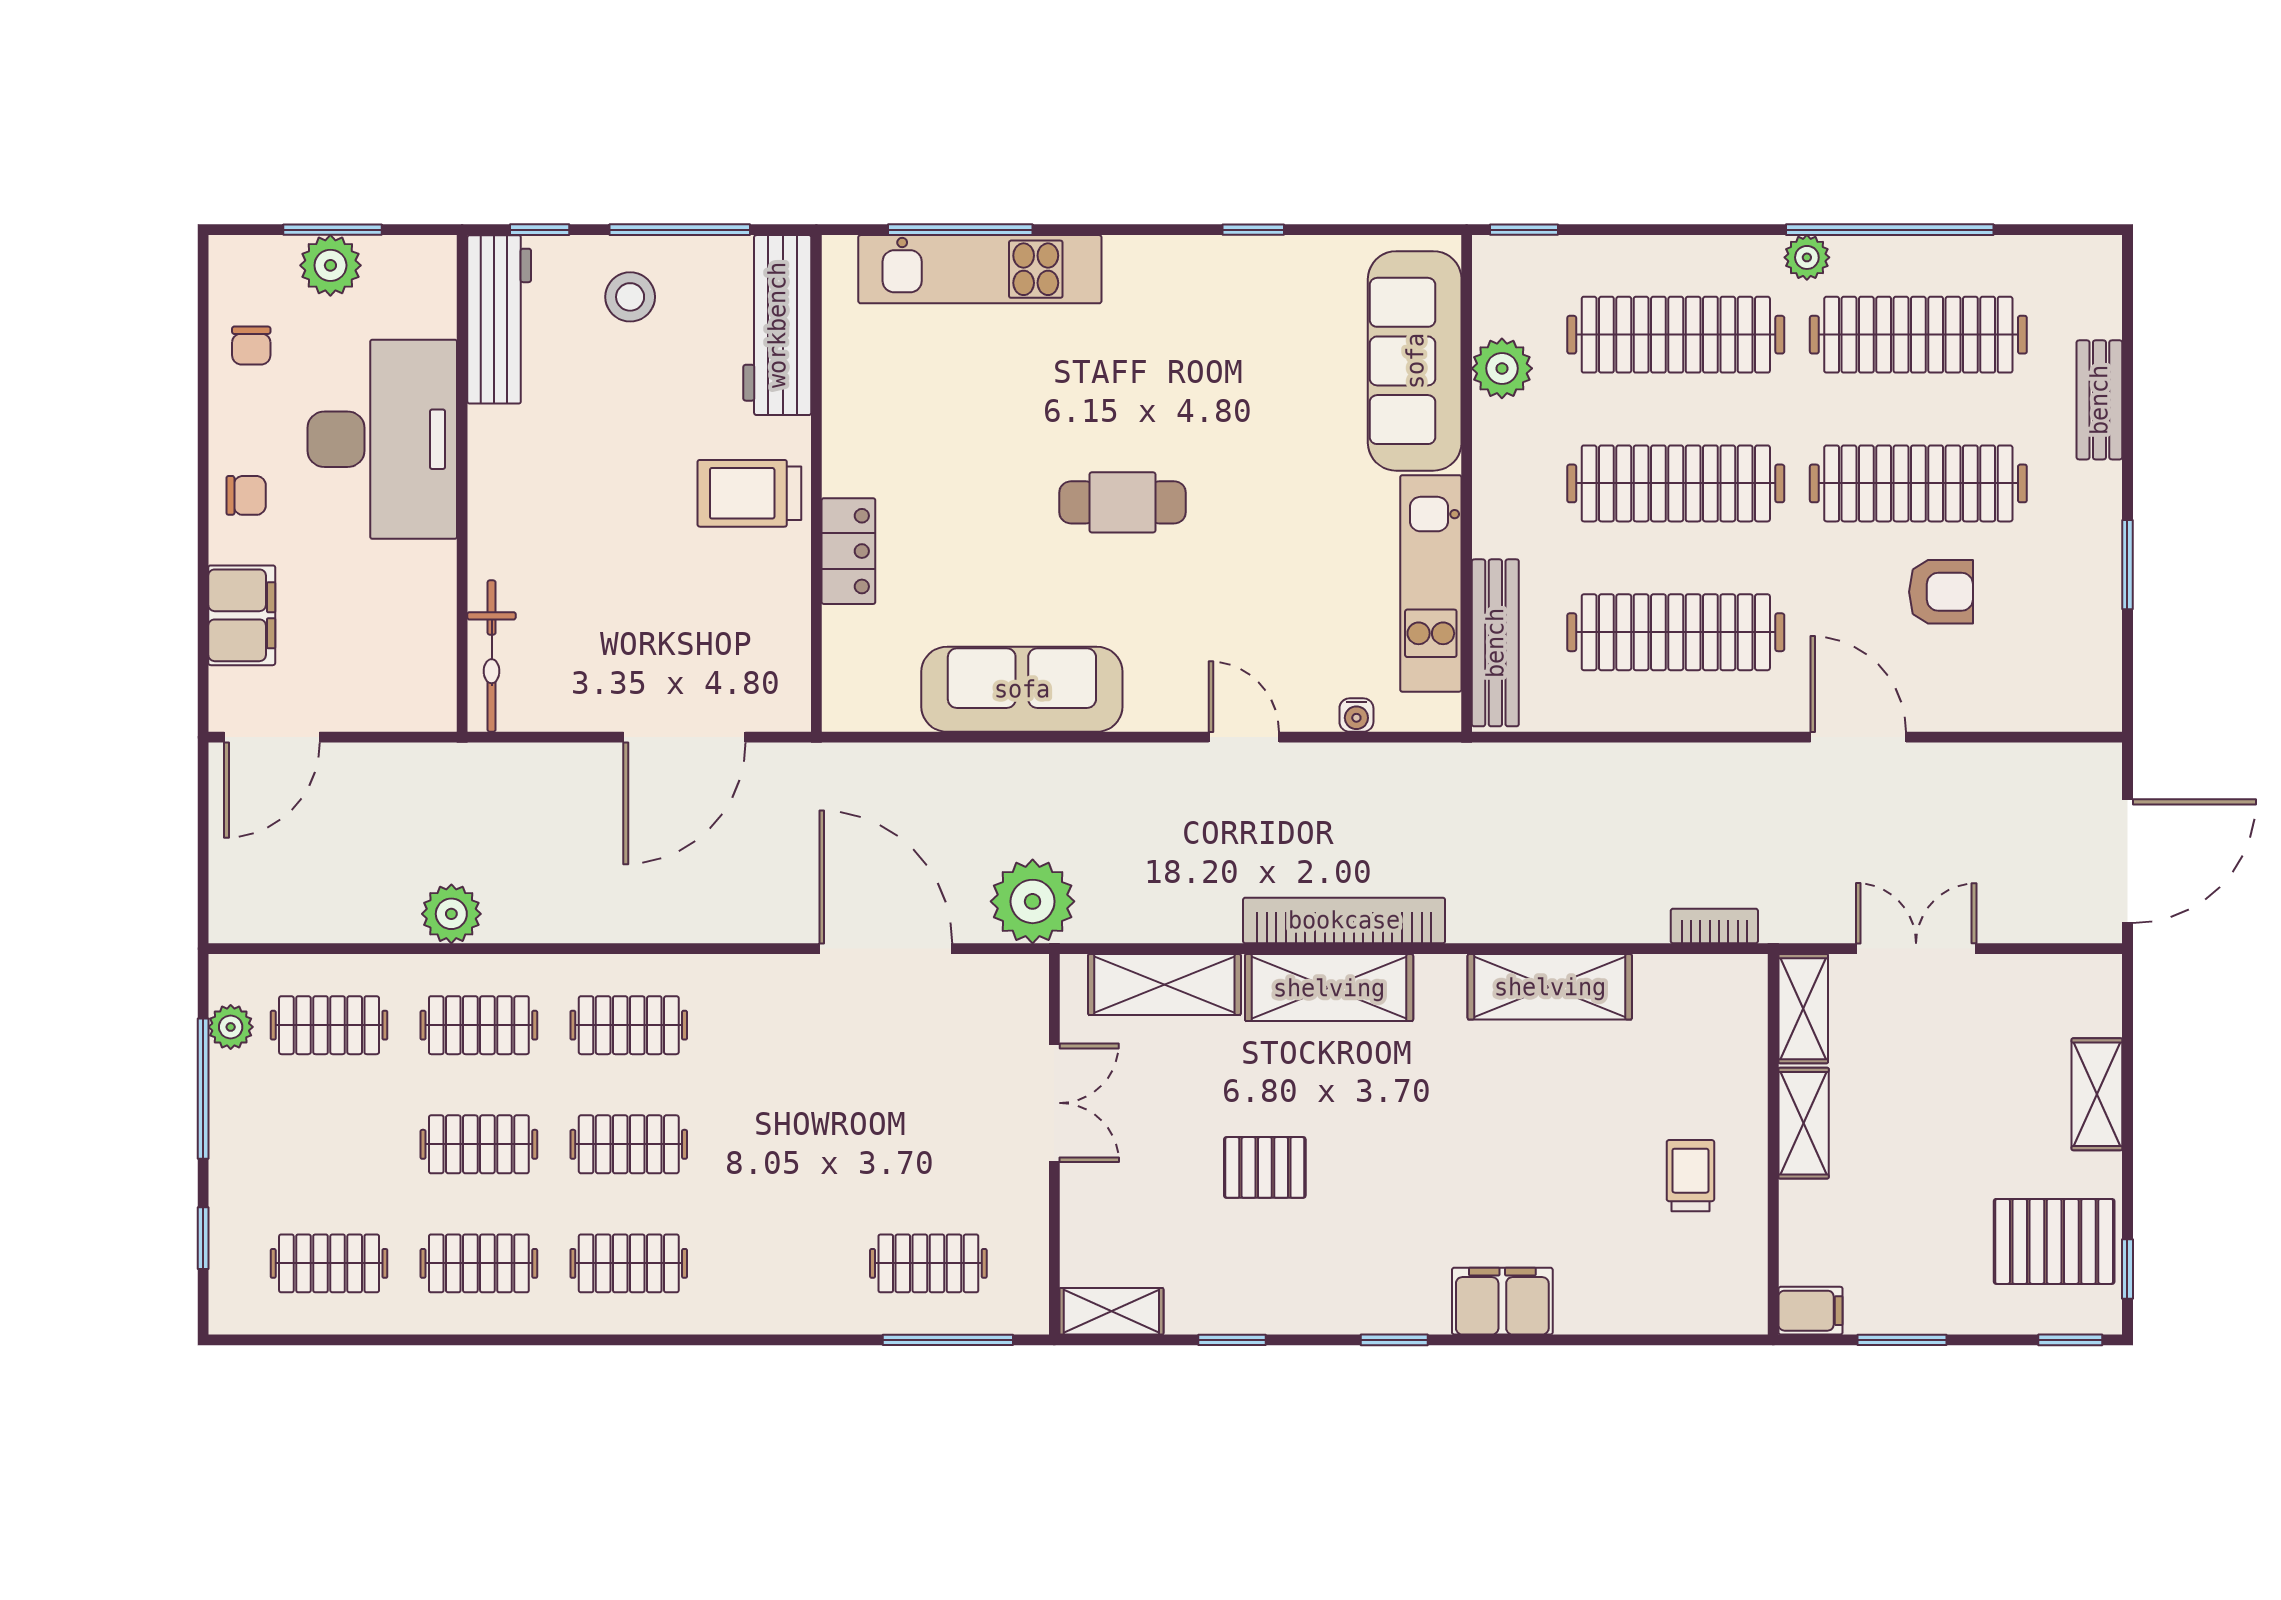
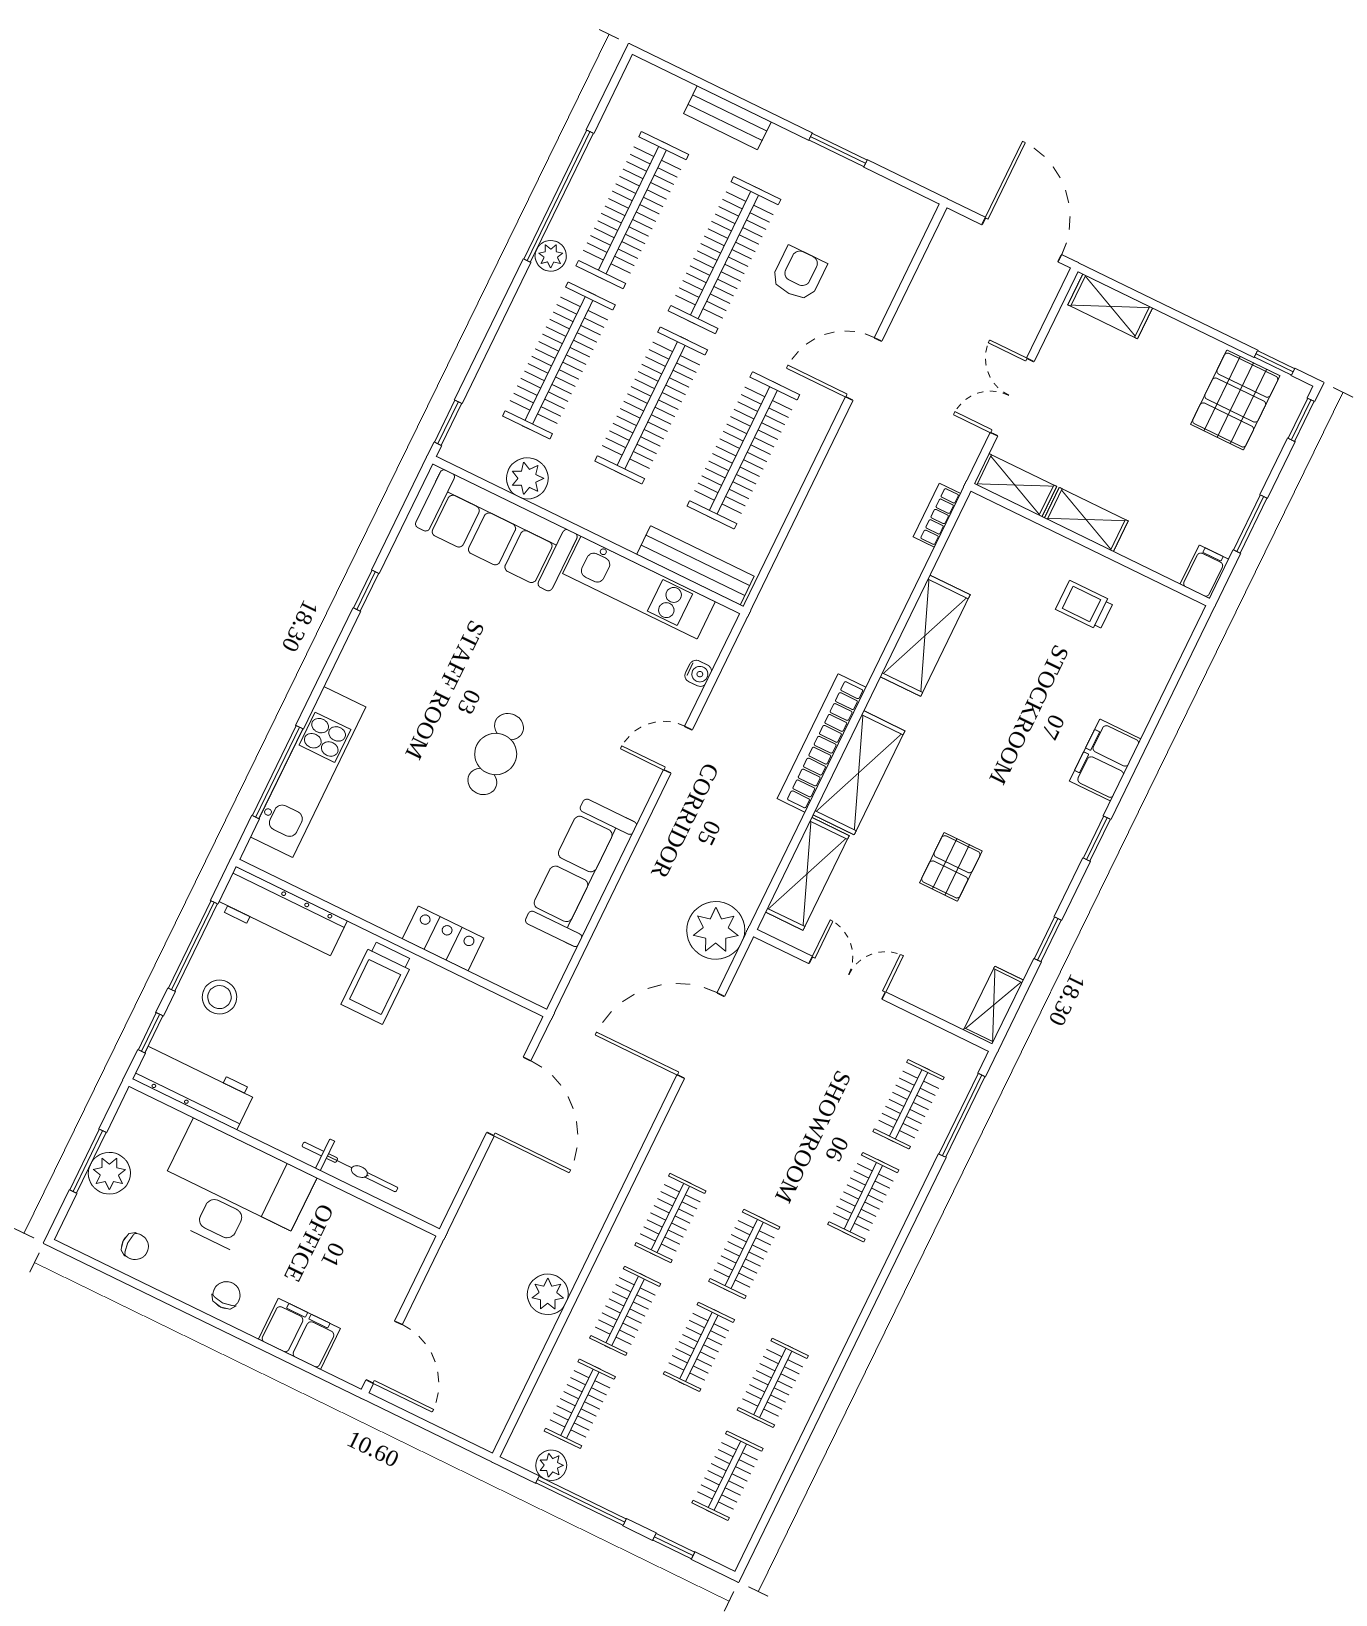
bicycle: (492, 656) -> (350, 1167), moved
shelving: (2097, 1094) -> (1110, 306), moved
clothes rail: (629, 1263) -> (863, 1197), moved

